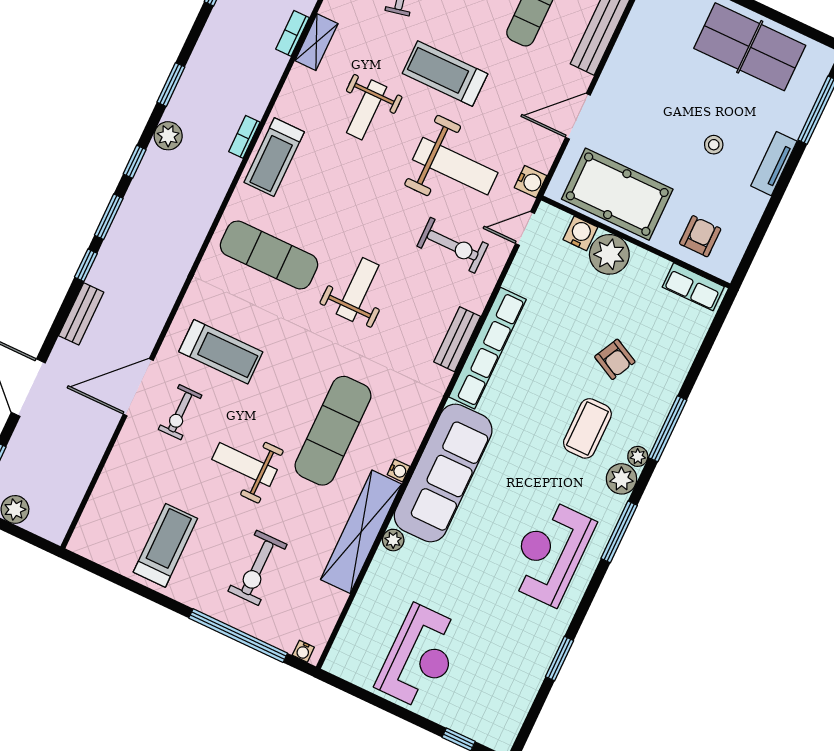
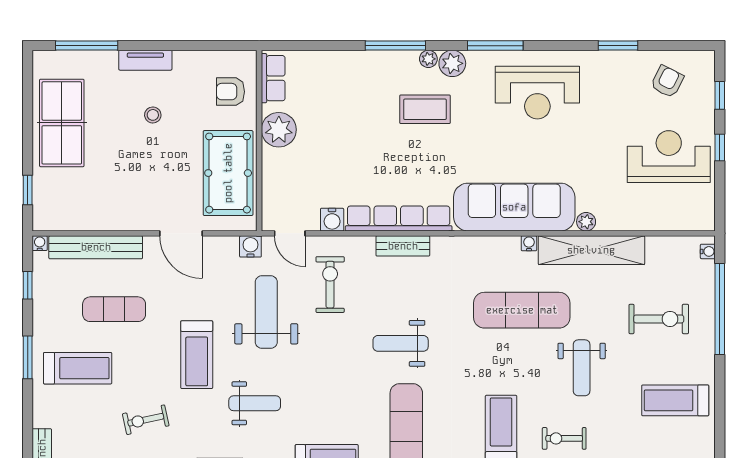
water cooler: (580, 233) -> (332, 220), moved, turned -90
plant: (609, 254) -> (279, 130), moved
armchair: (615, 359) -> (667, 82), moved
exercise bike: (180, 412) -> (564, 438), turned 180
window: (405, 714) -> (720, 147), added

